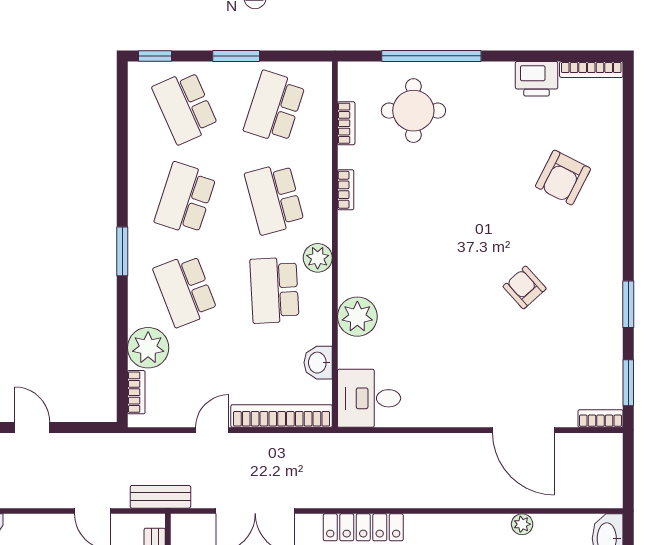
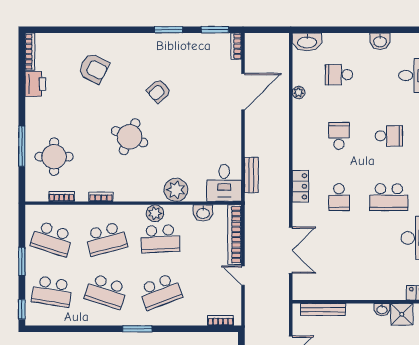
window: (431, 56) -> (22, 146), width x0.68
school desk: (185, 107) -> (52, 292), turned 33
round table: (447, 238) -> (130, 137), added
plant: (318, 258) -> (155, 213), moved
plant: (148, 348) -> (194, 313), removed
bench: (160, 497) -> (251, 175), moved
locker: (363, 527) -> (300, 186), width x0.66

